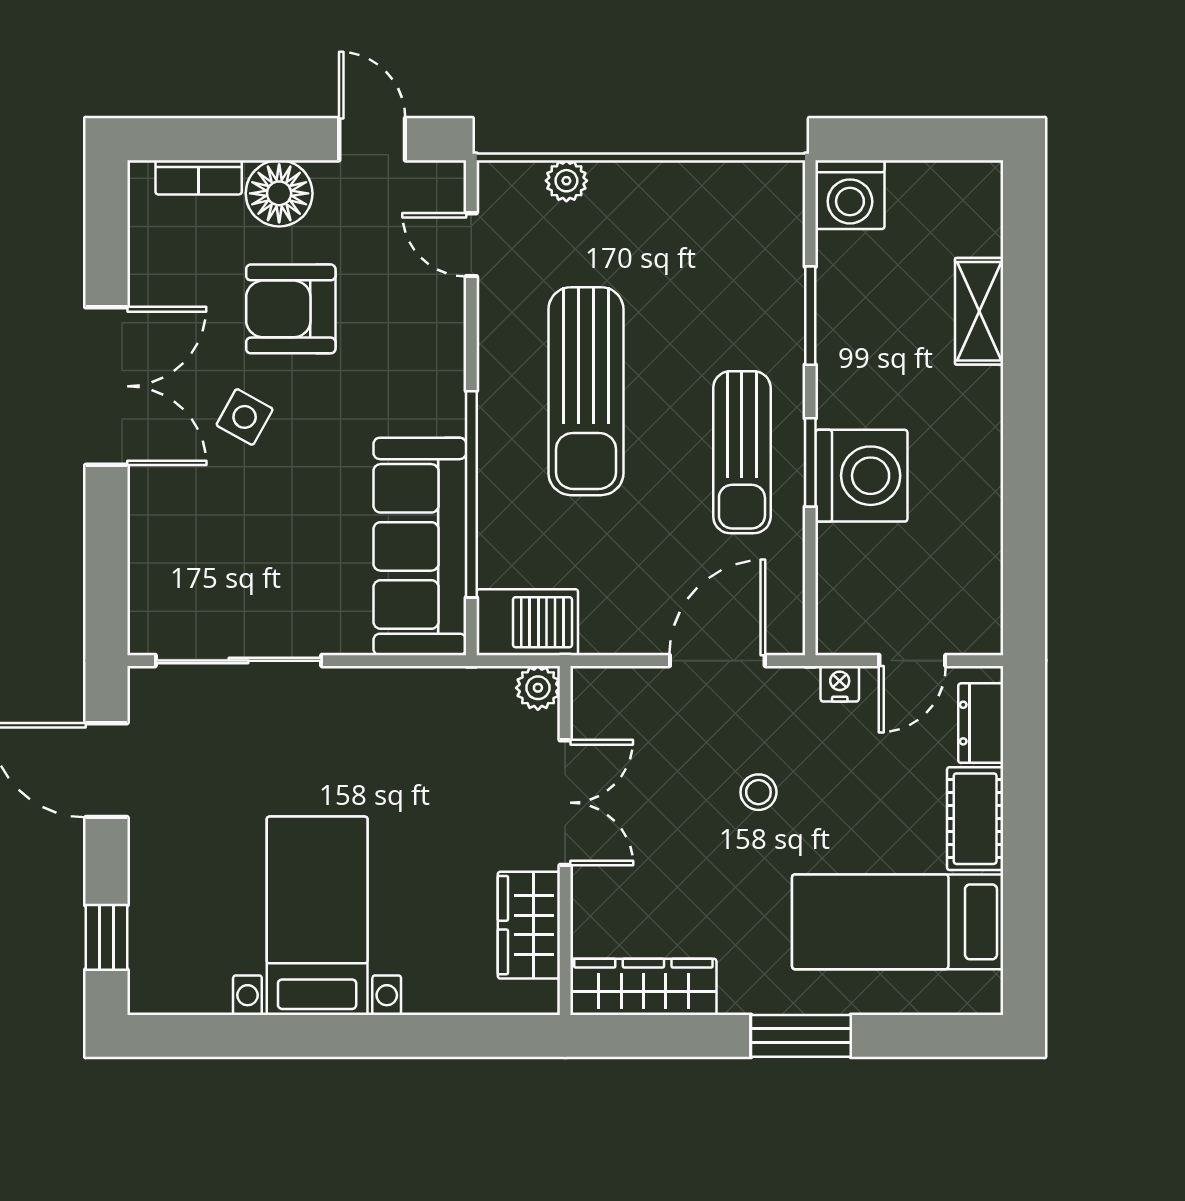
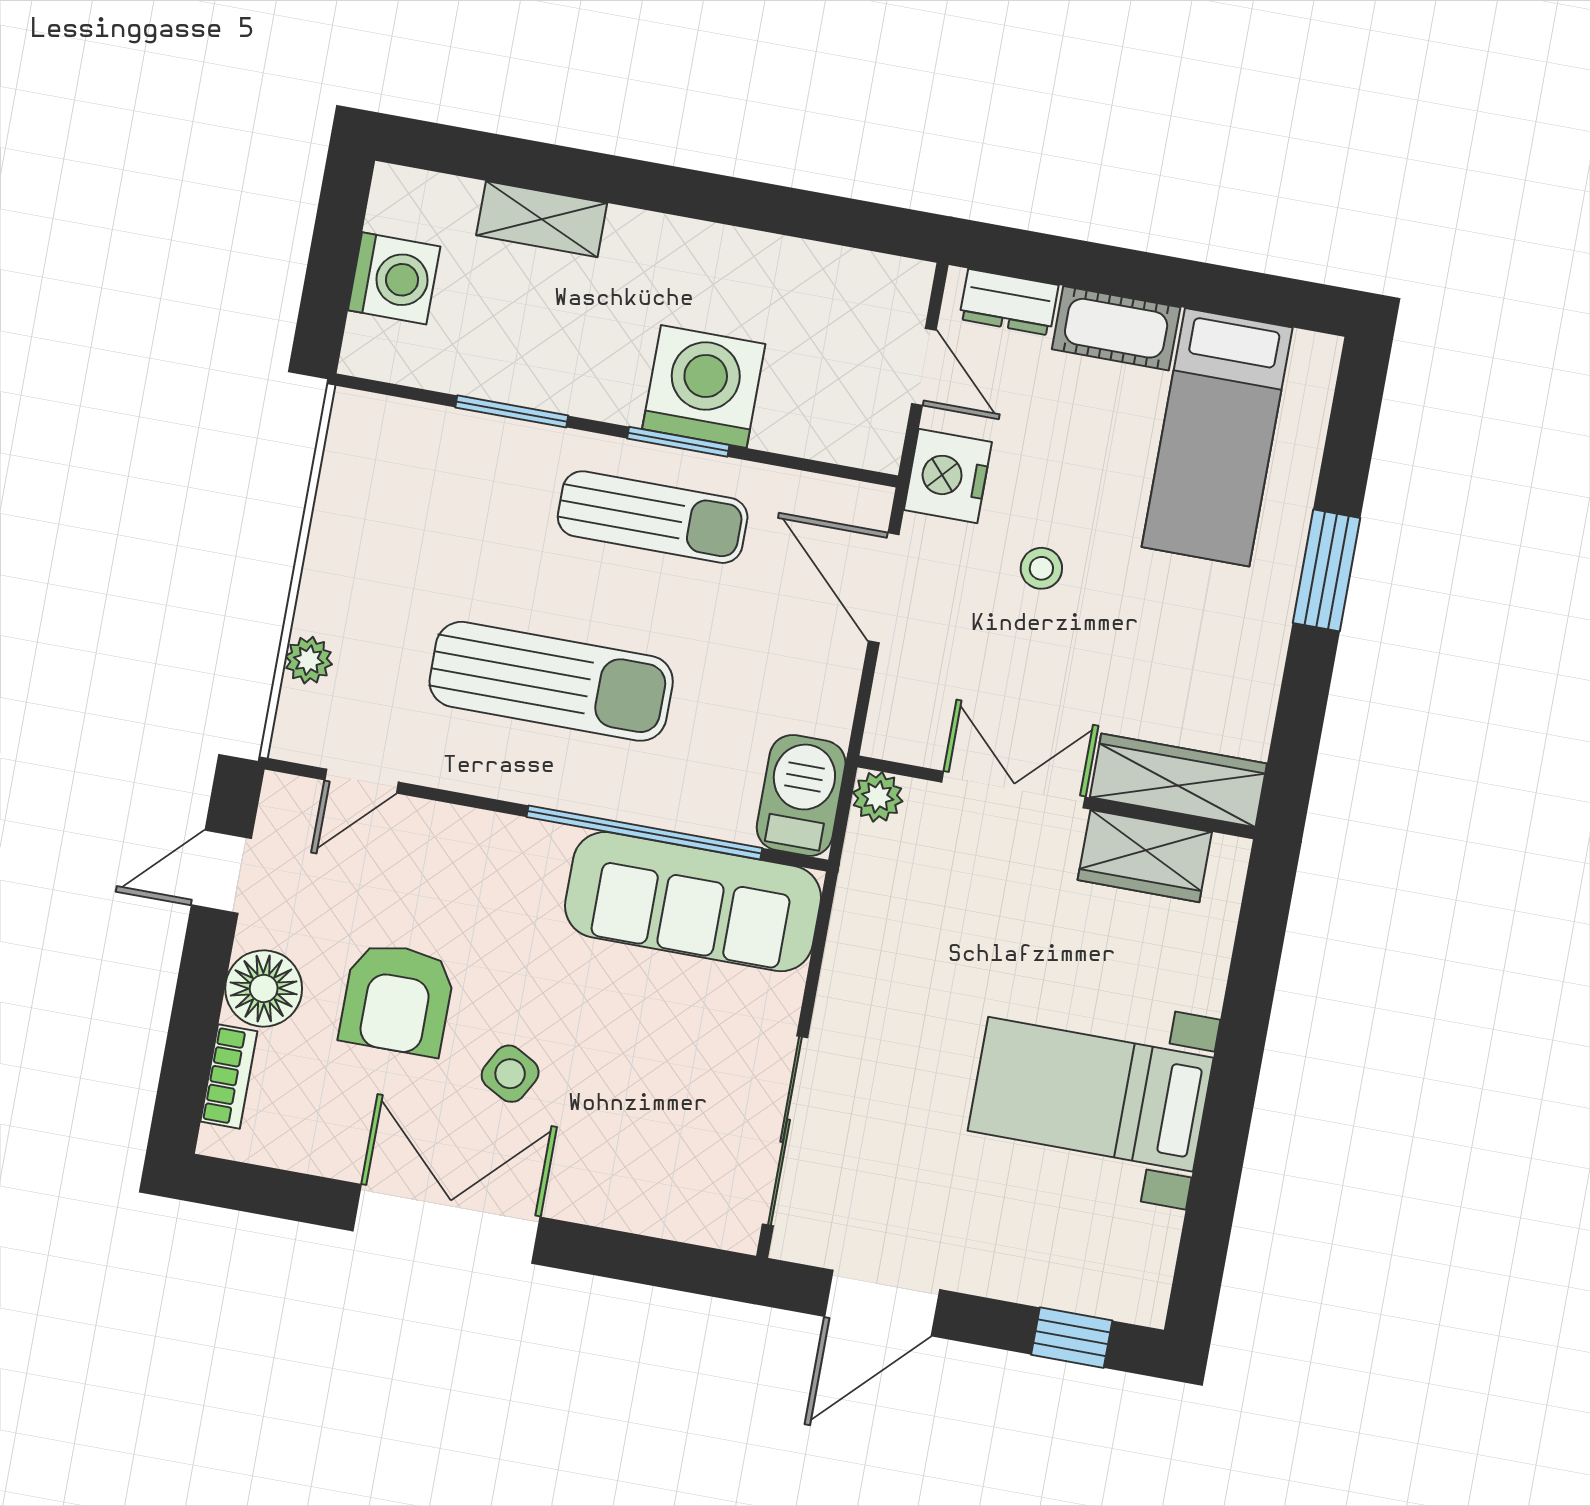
washing machine: (850, 195) -> (394, 278), moved
nightstand: (840, 684) -> (948, 476), width x1.89, depth x1.79
wardrobe: (643, 987) -> (1178, 780), moved, turned 90

